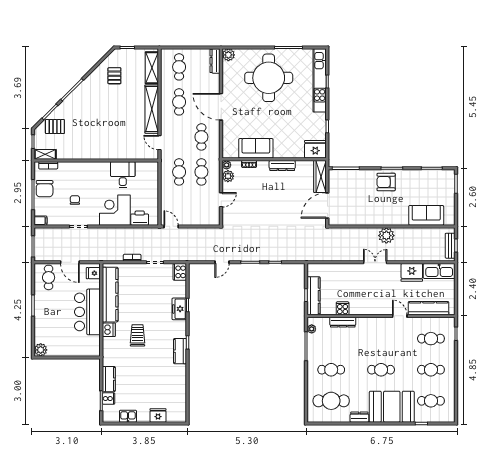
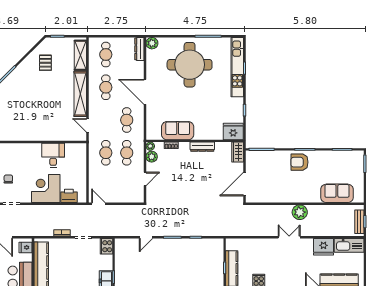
wardrobe: (320, 176) -> (238, 152), width x0.67

